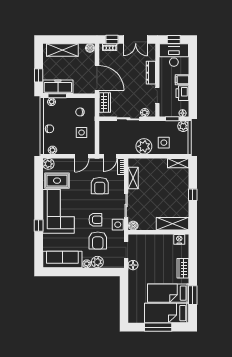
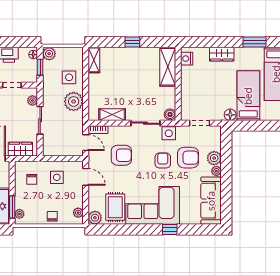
floor lamp: (133, 265) -> (230, 115), moved
bed: (168, 293) -> (248, 96), moved, turned 180

